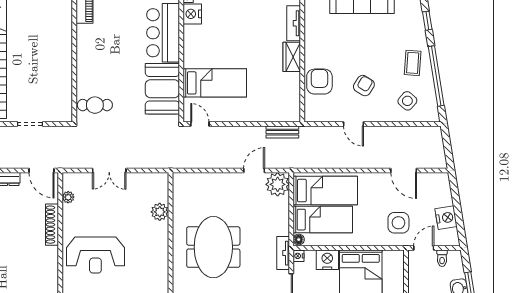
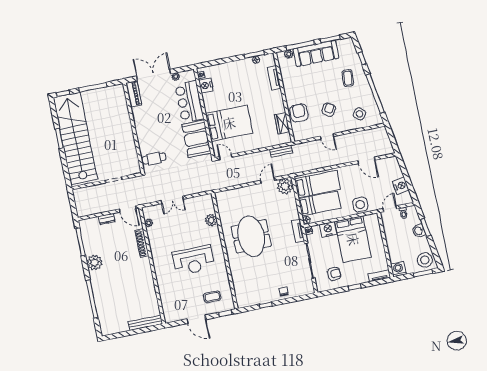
wardrobe: (292, 57) -> (282, 123), moved
coffee table: (413, 63) -> (348, 78), moved
bed: (215, 83) -> (229, 123), width x1.50
side table: (398, 223) -> (360, 205), moved
reception desk: (95, 255) -> (193, 260), moved

